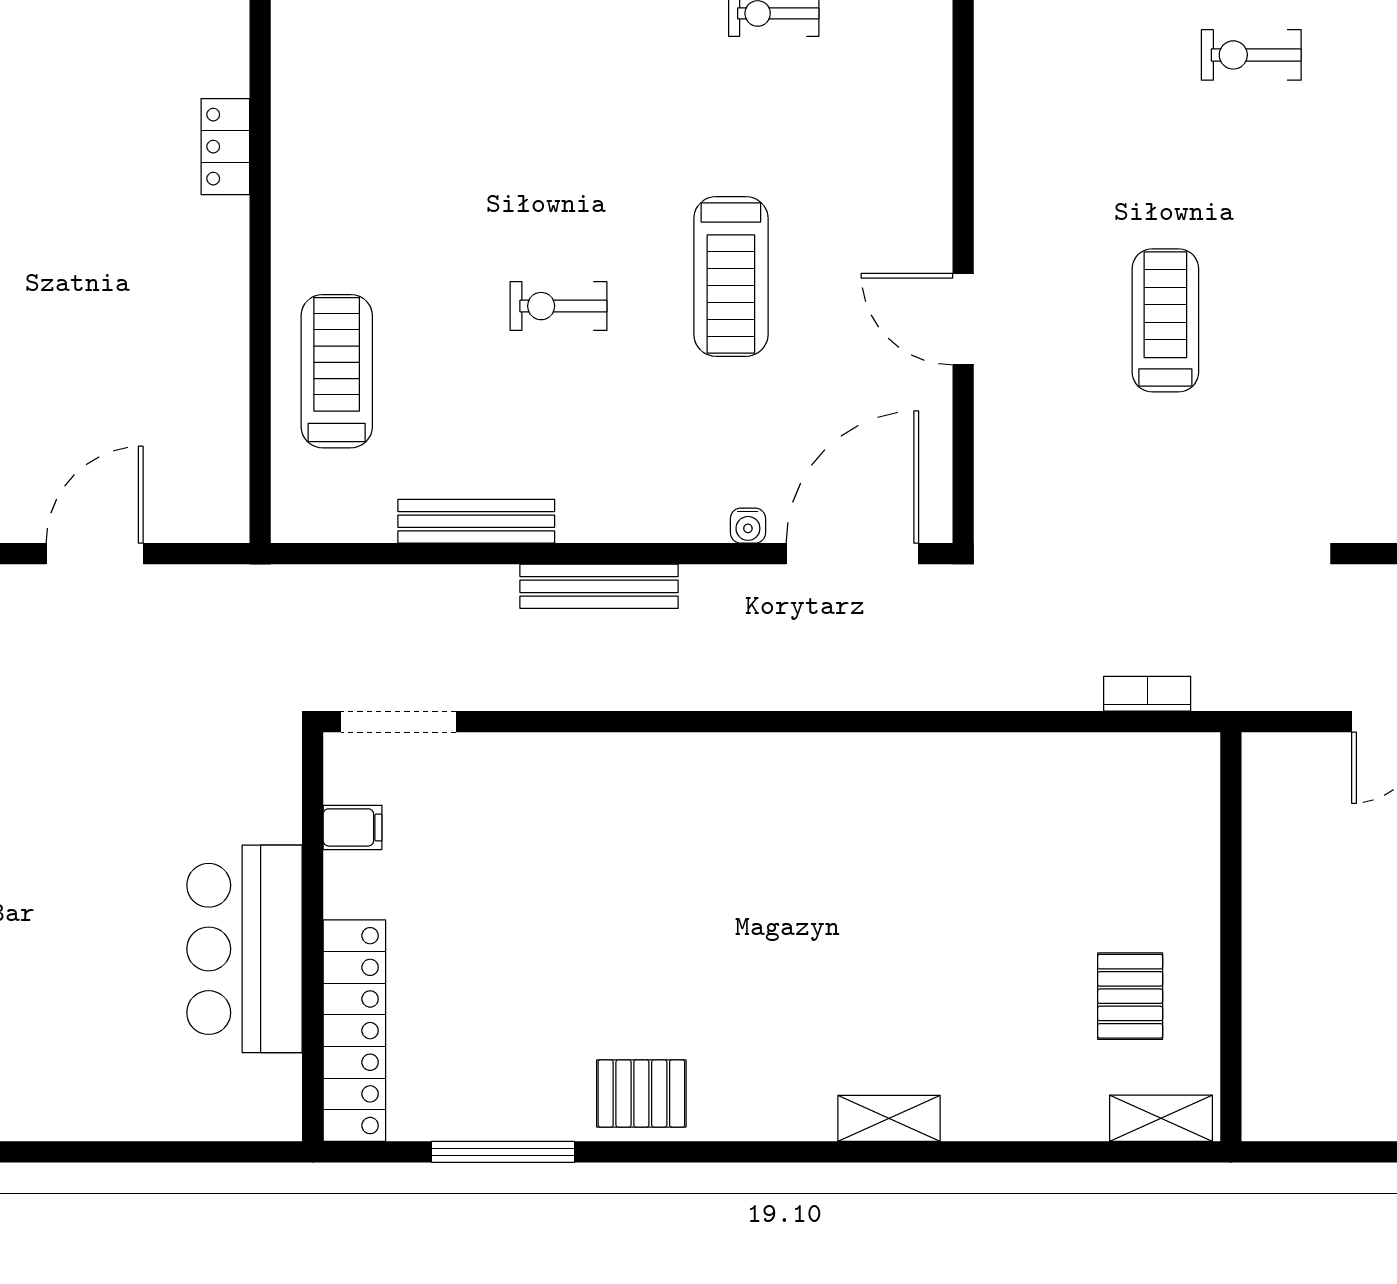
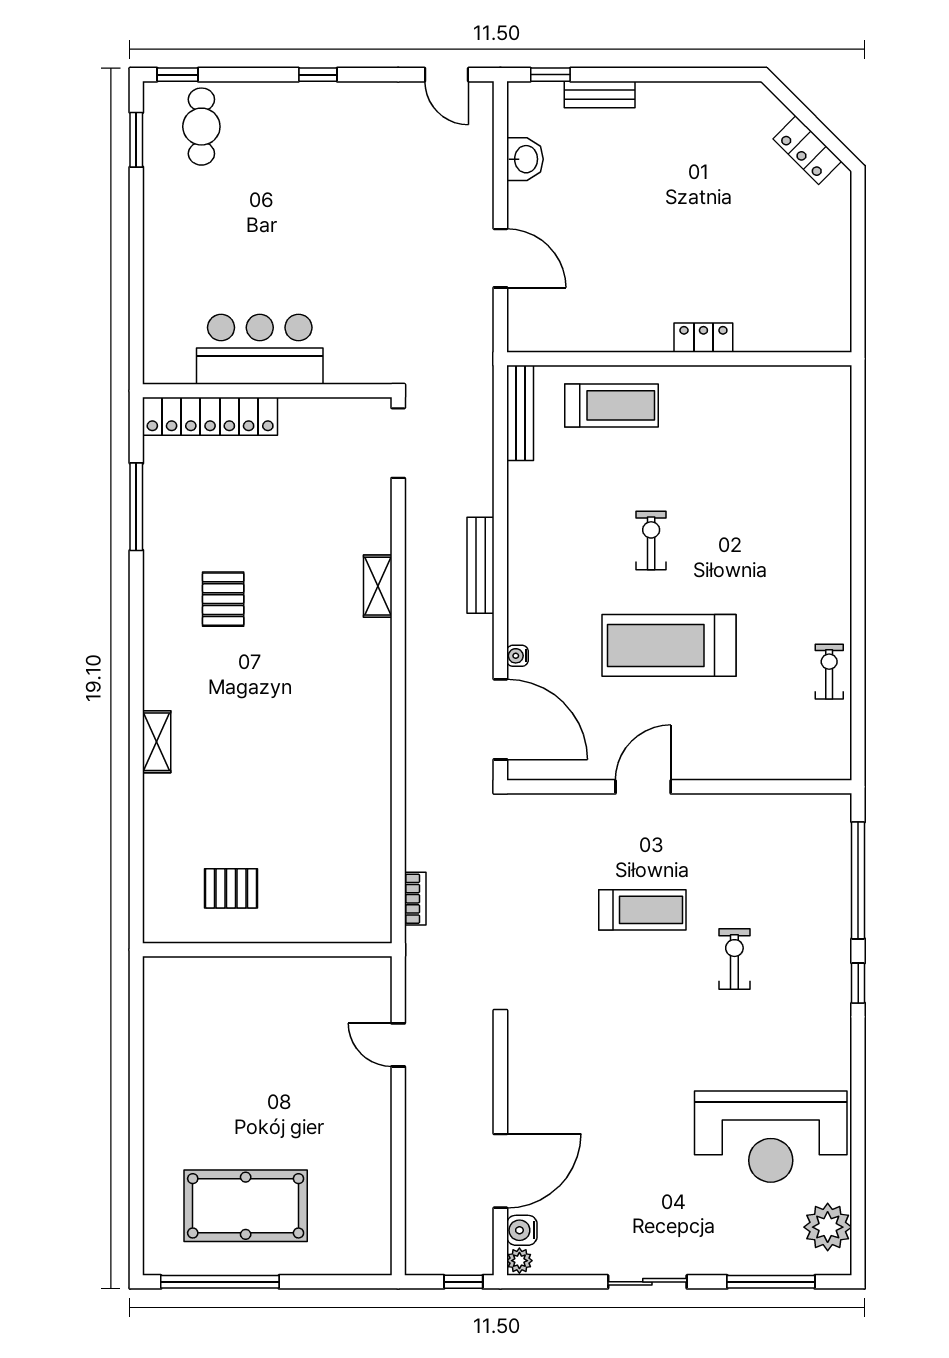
exercise bike: (1251, 55) -> (734, 959), moved
locker: (225, 147) -> (703, 338), moved
treadmill: (731, 276) -> (669, 645), width x1.37, depth x1.38
bench: (476, 521) -> (520, 413), moved
filing cabinet: (353, 827) -> (334, 415), removed
pallet: (641, 1093) -> (223, 599), moved
shelving: (1161, 1118) -> (378, 586), moved

